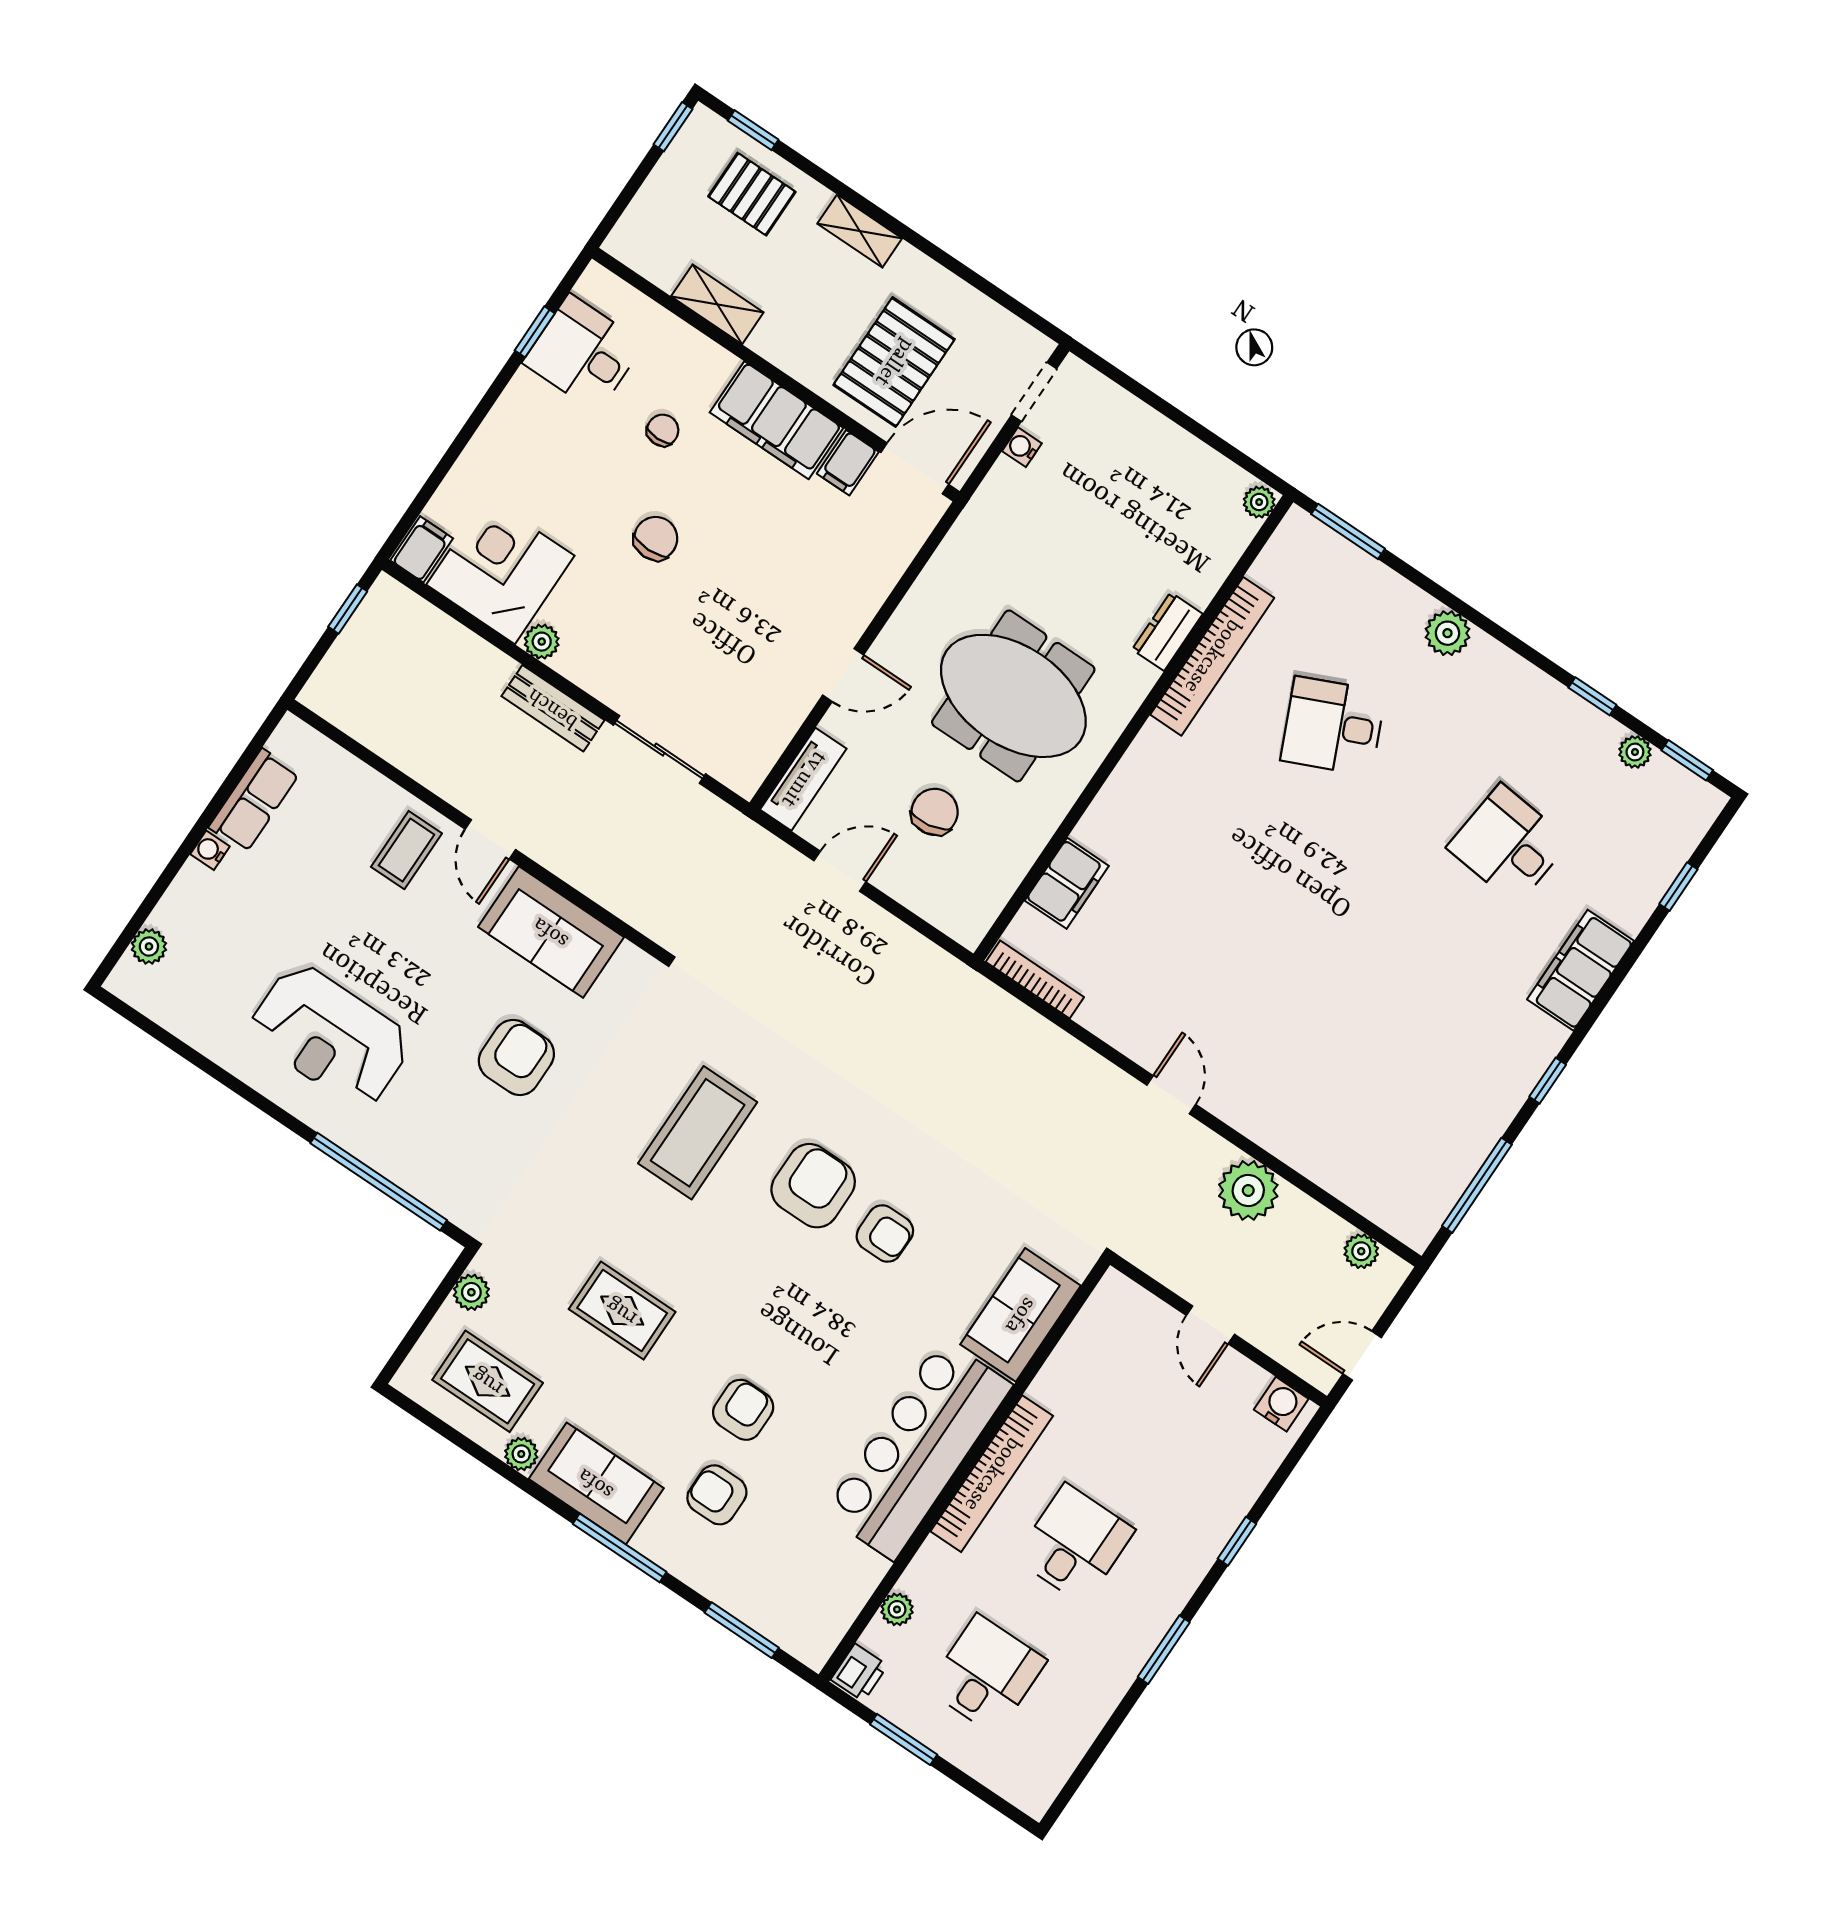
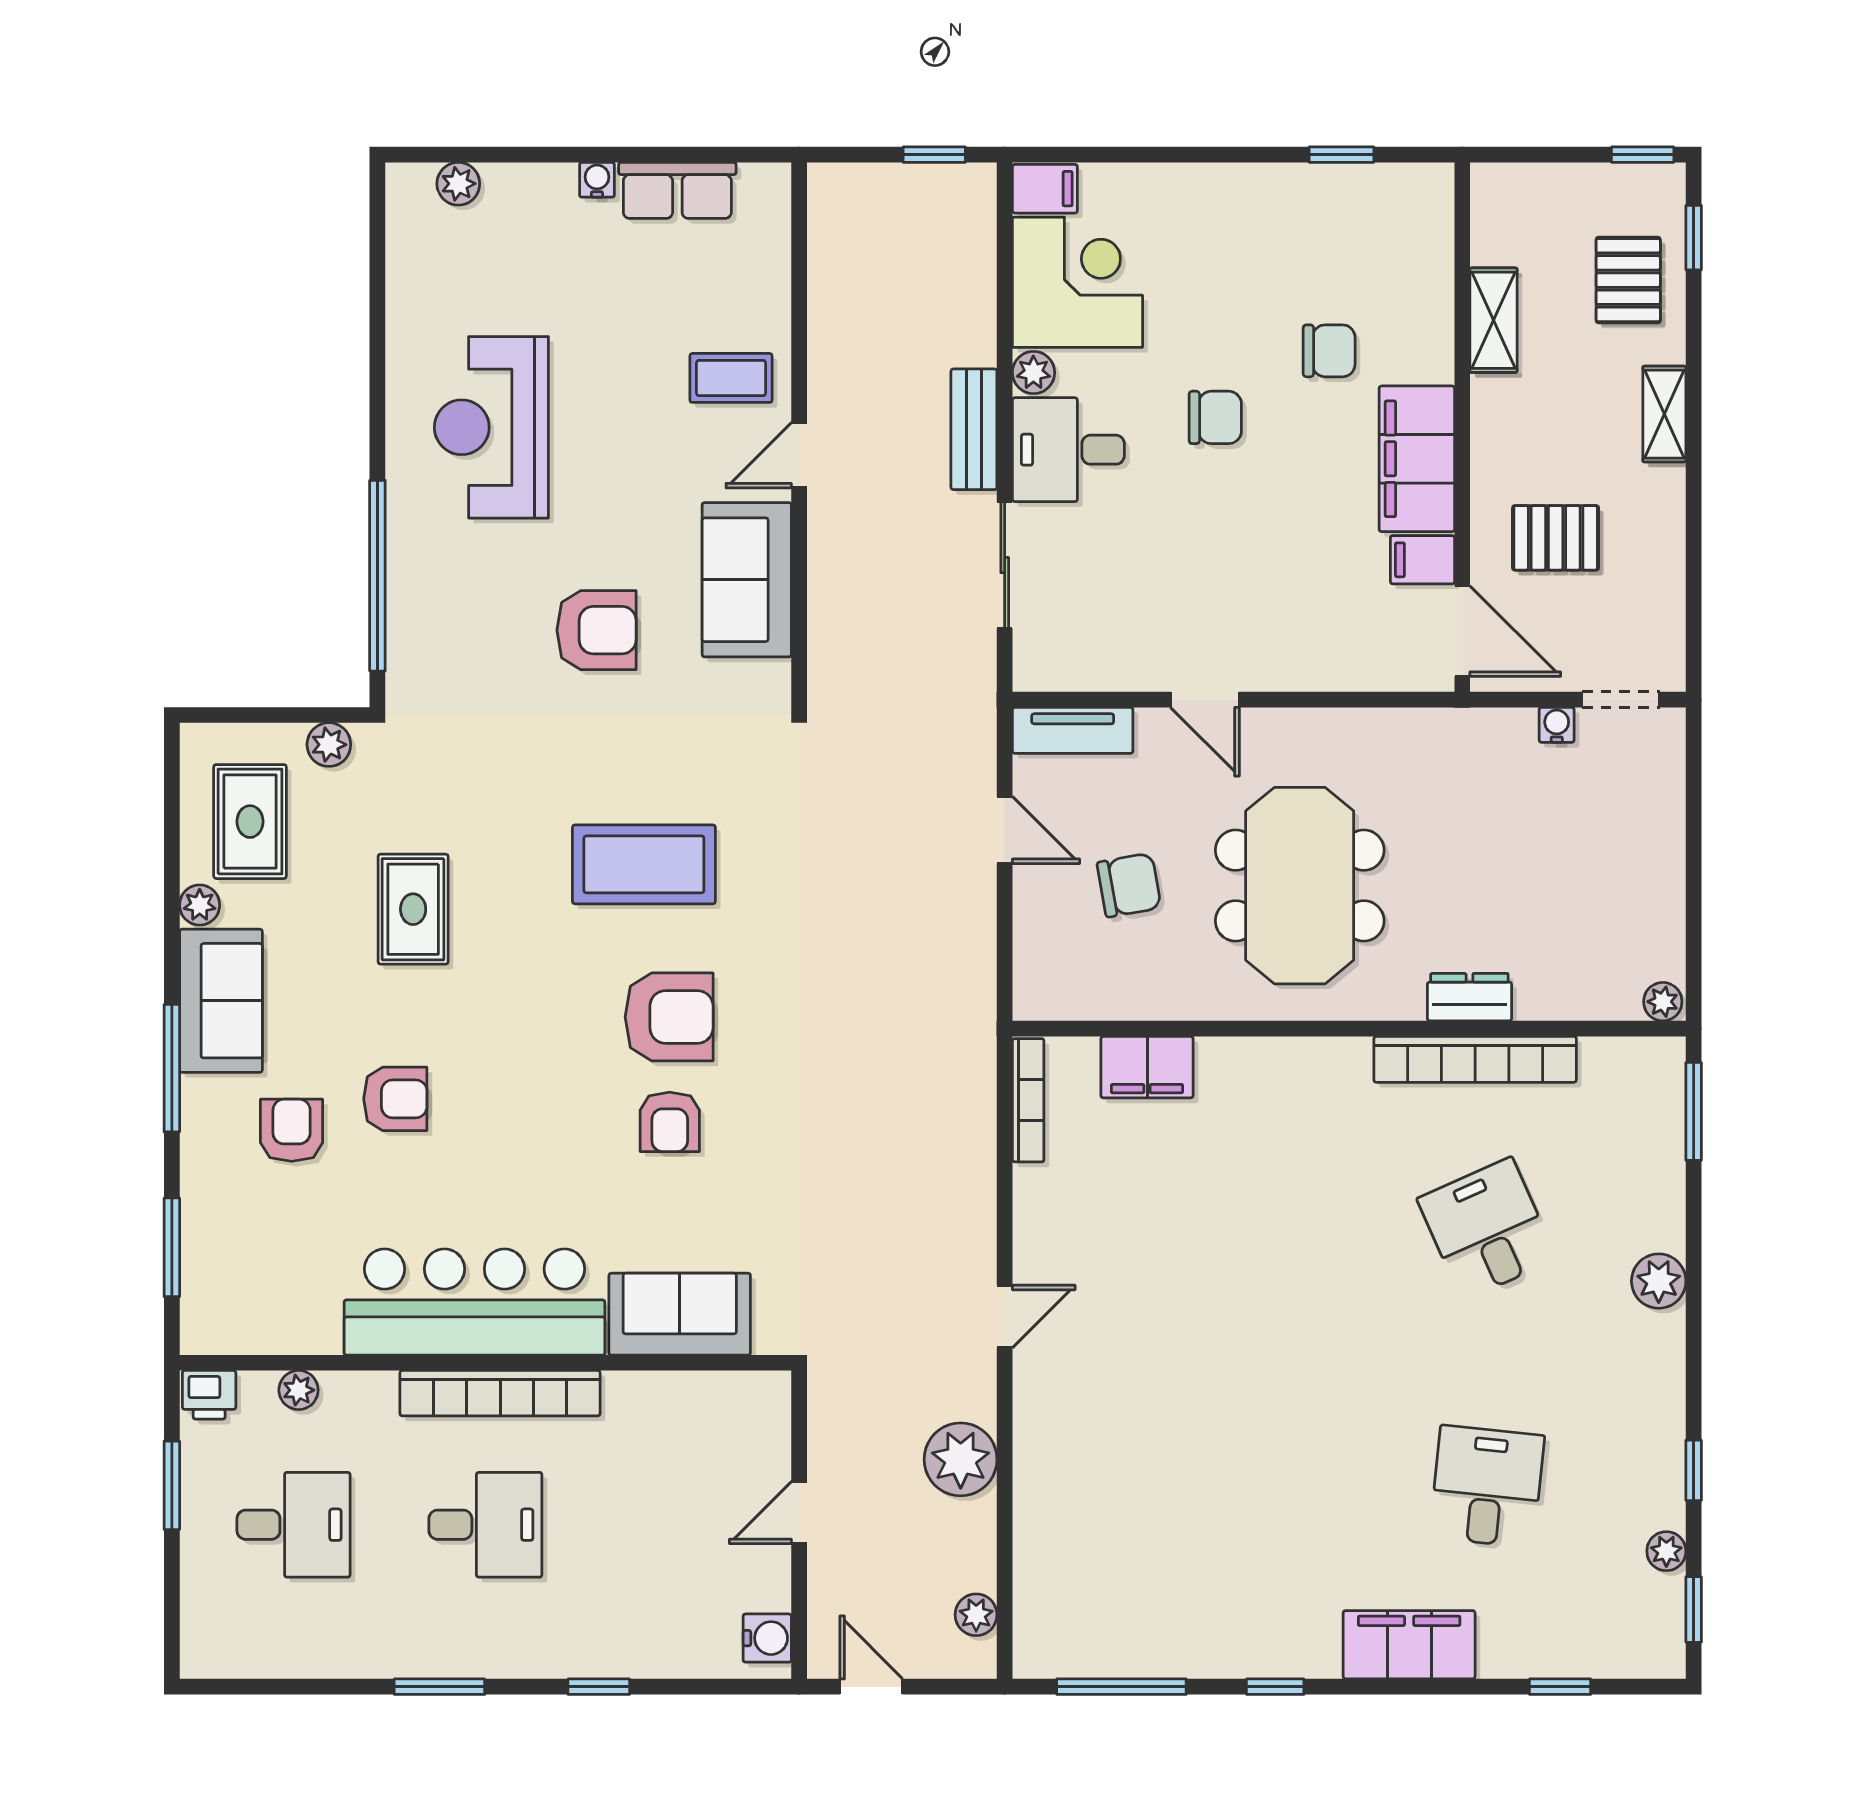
desk: (583, 353) -> (1068, 450), moved, turned -90
pallet: (894, 362) -> (1556, 538), width x0.67, depth x0.71
chair: (663, 430) -> (1329, 351), width x1.37, depth x1.37

